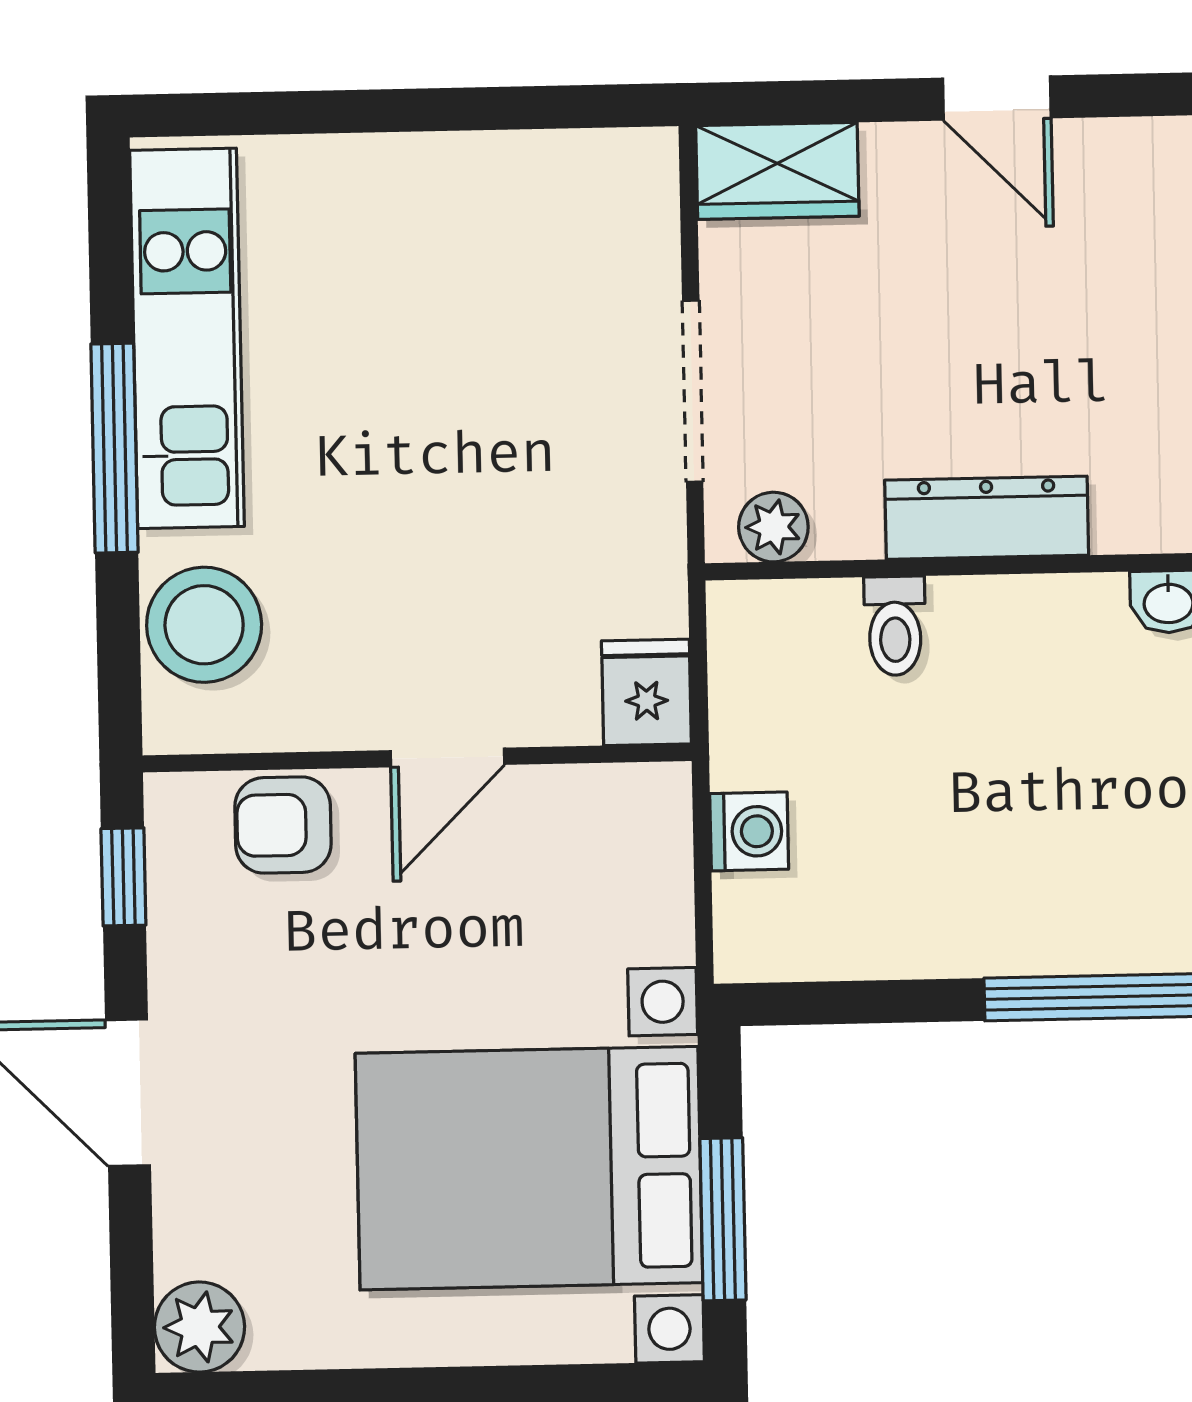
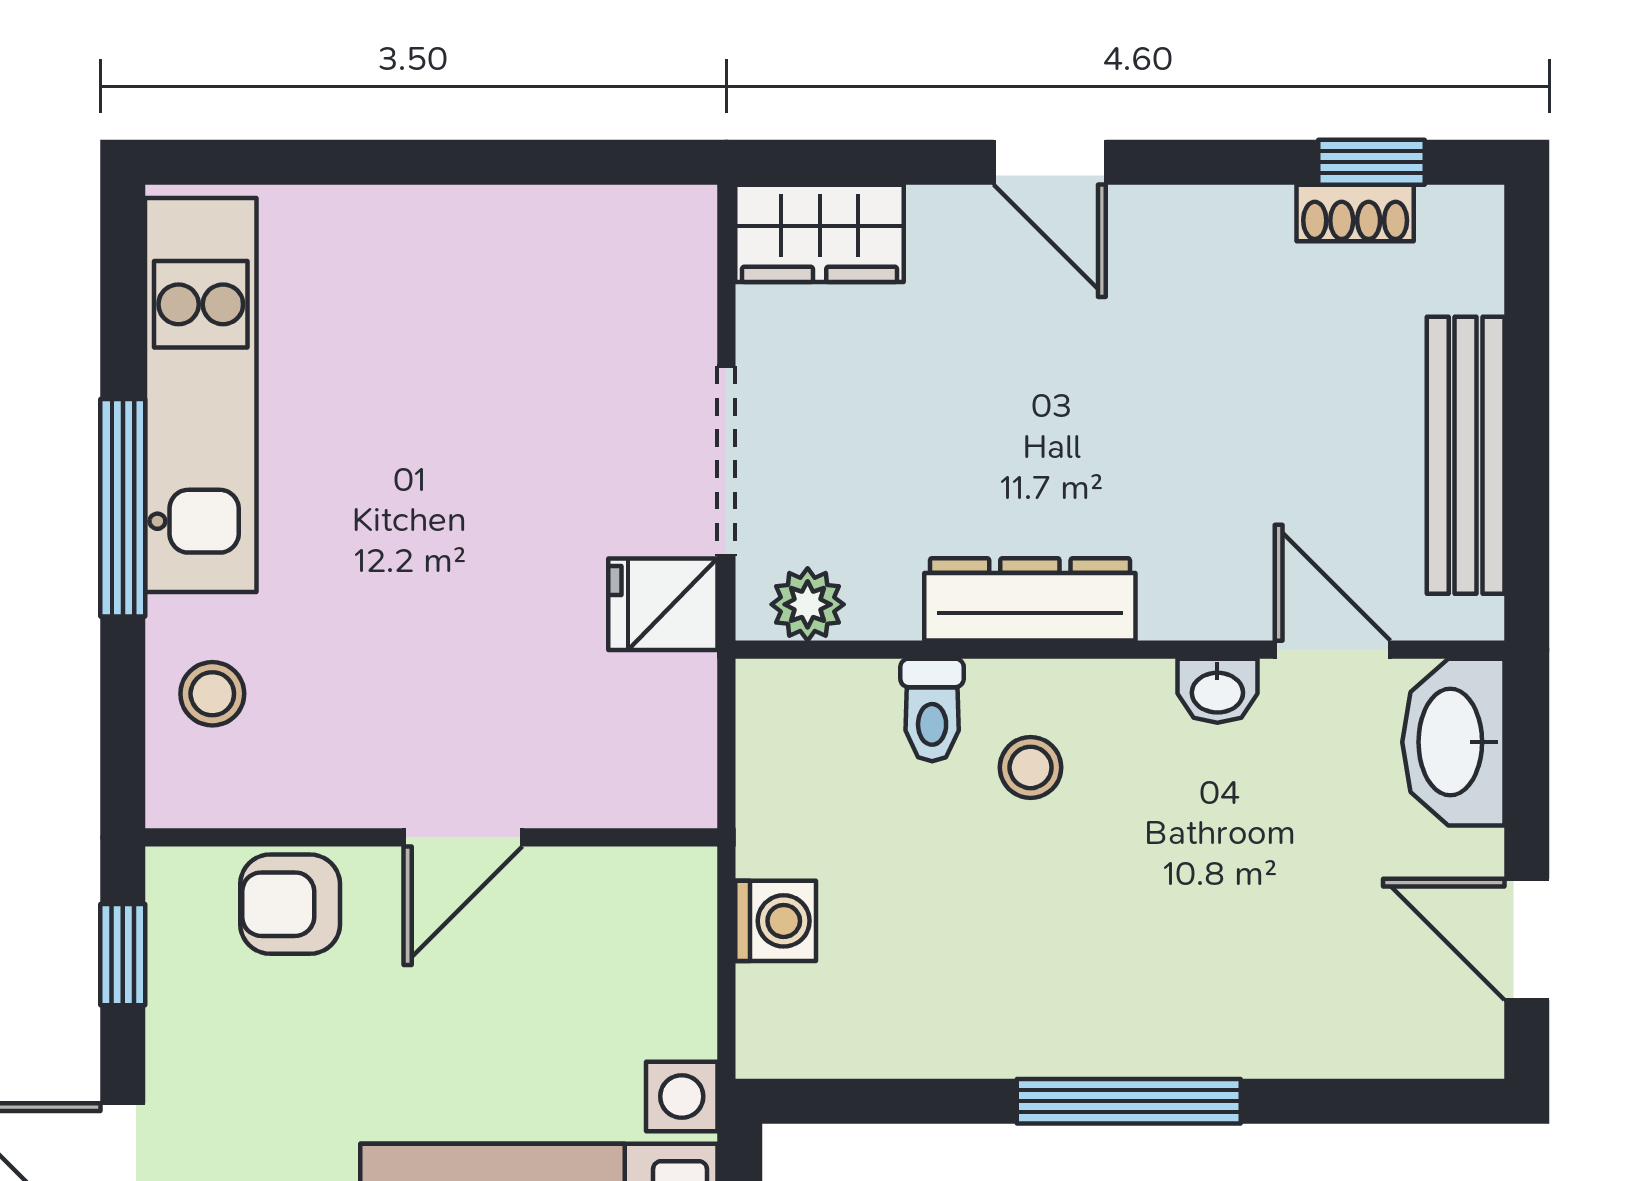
stool: (204, 625) -> (212, 694), width x0.53, depth x0.53
stool: (991, 679) -> (1031, 767), added
fridge: (646, 692) -> (663, 604), moved, turned -90

